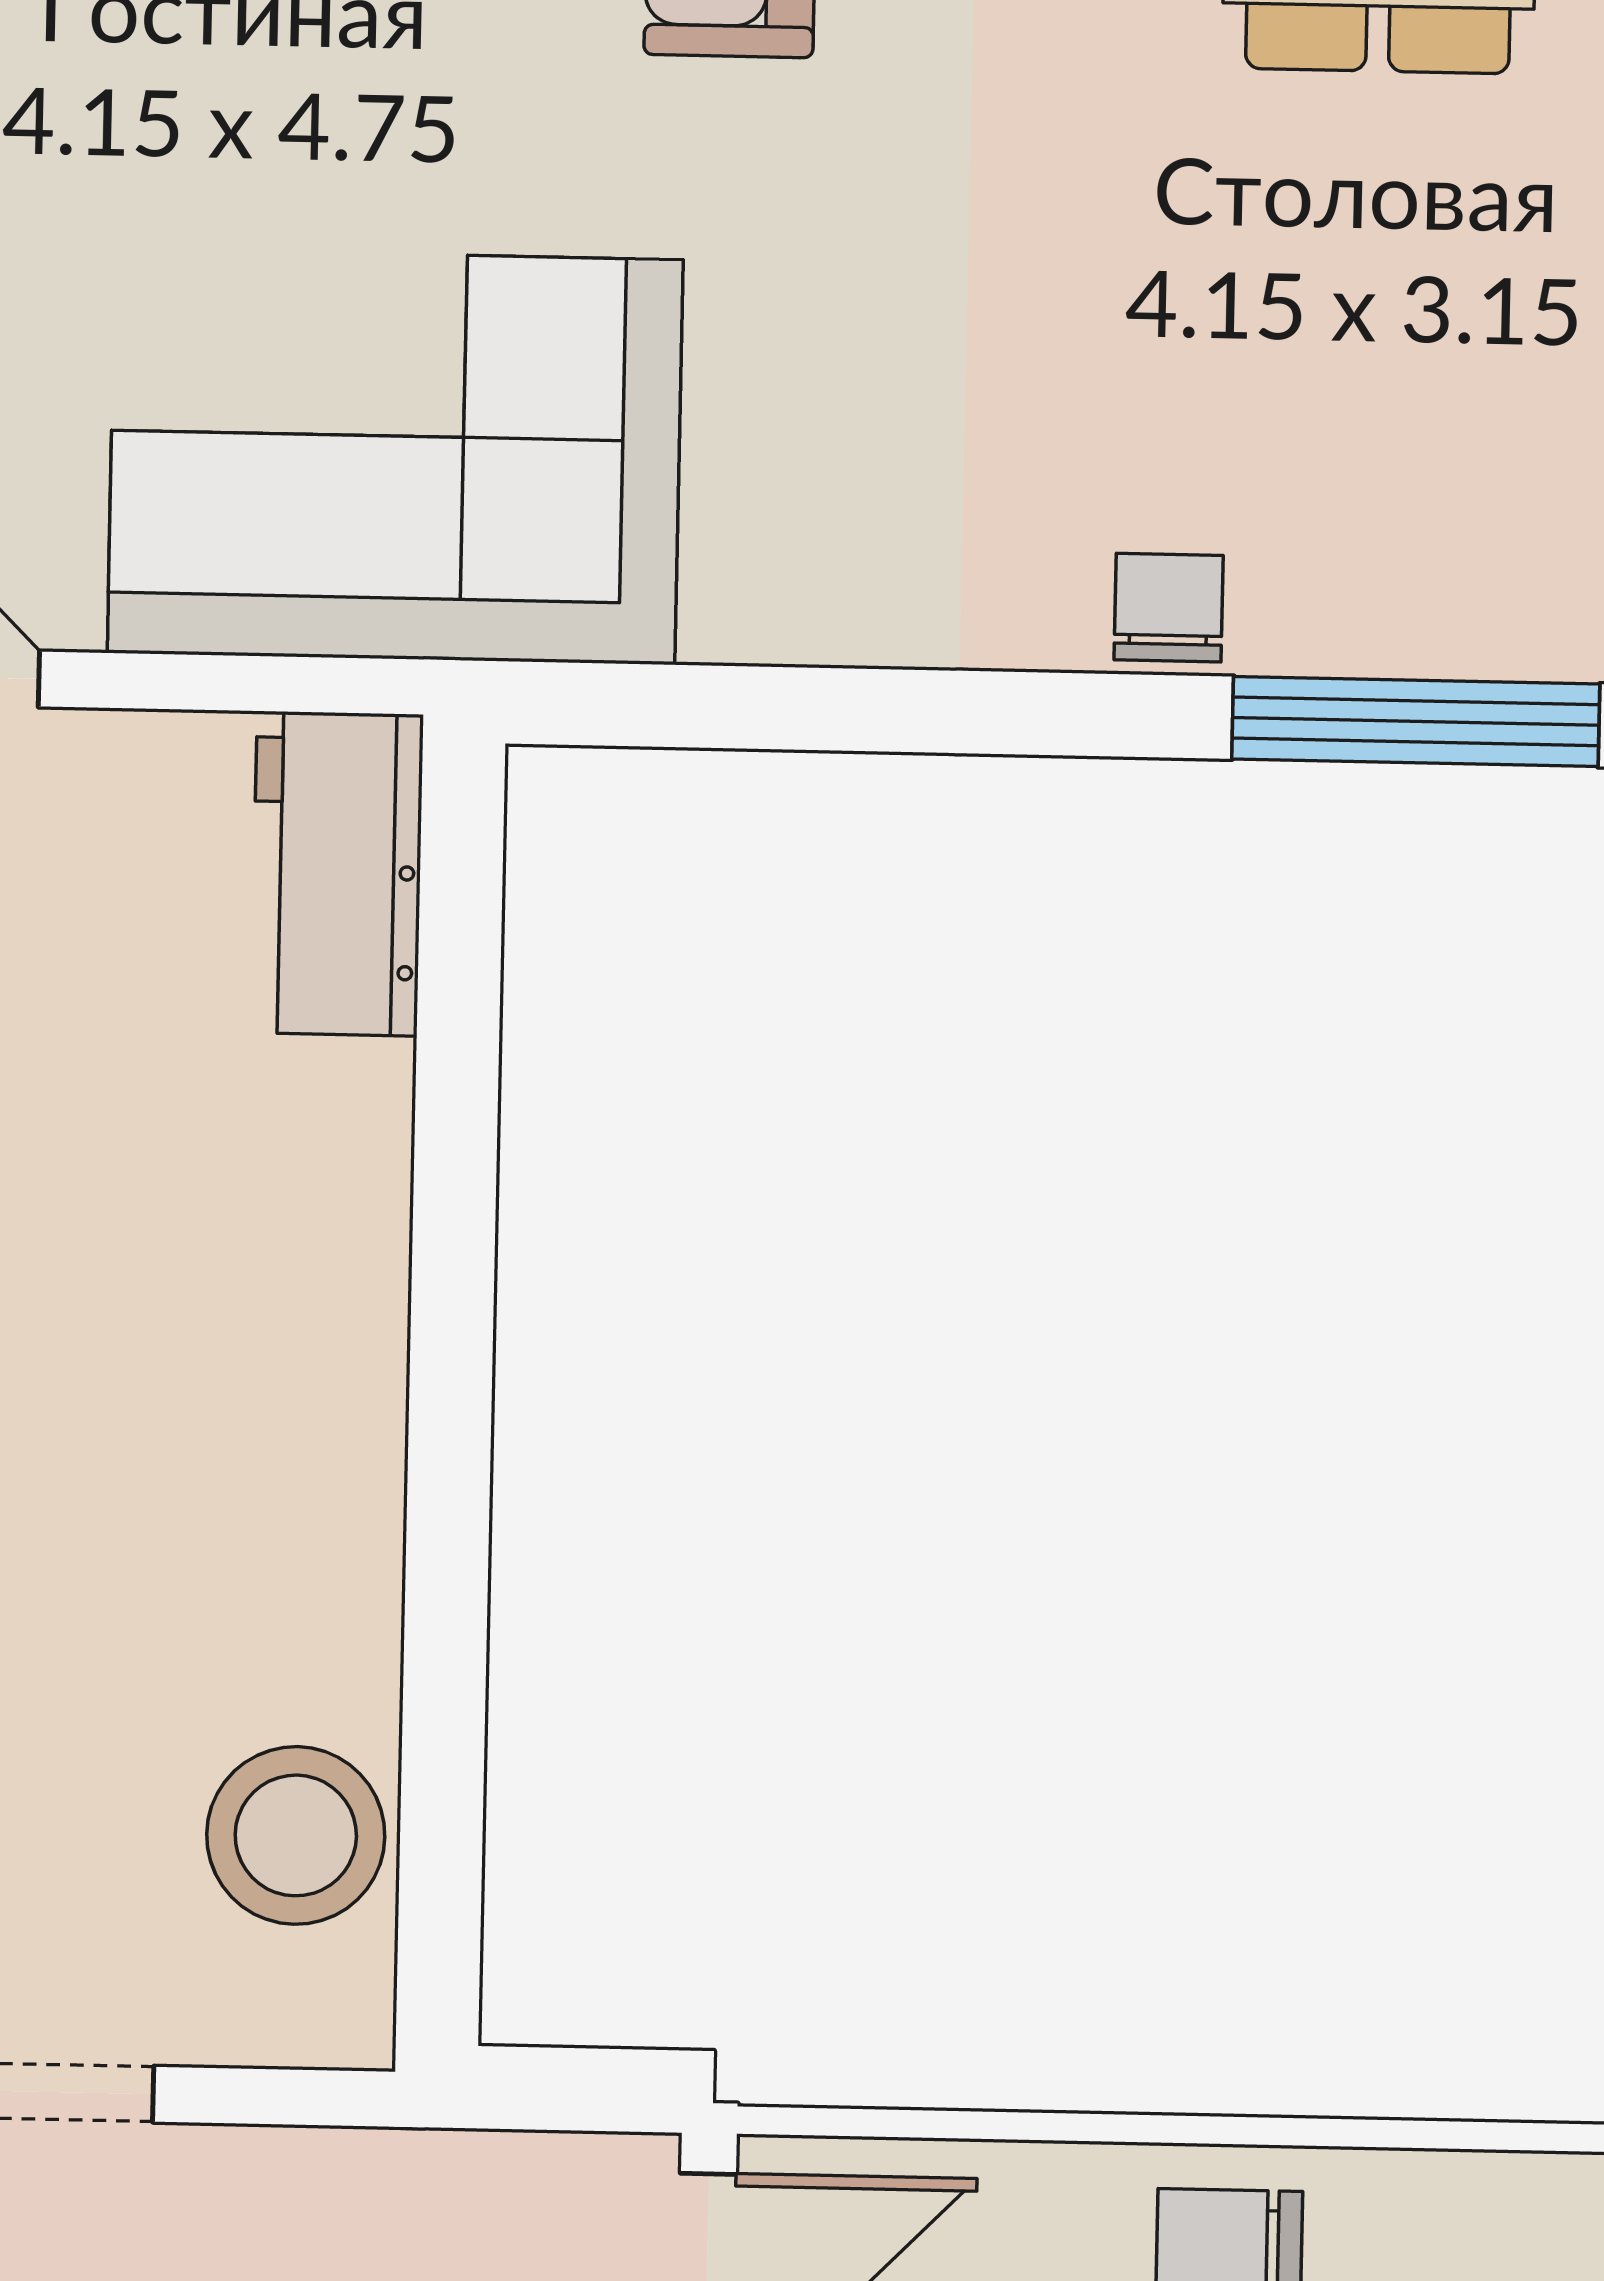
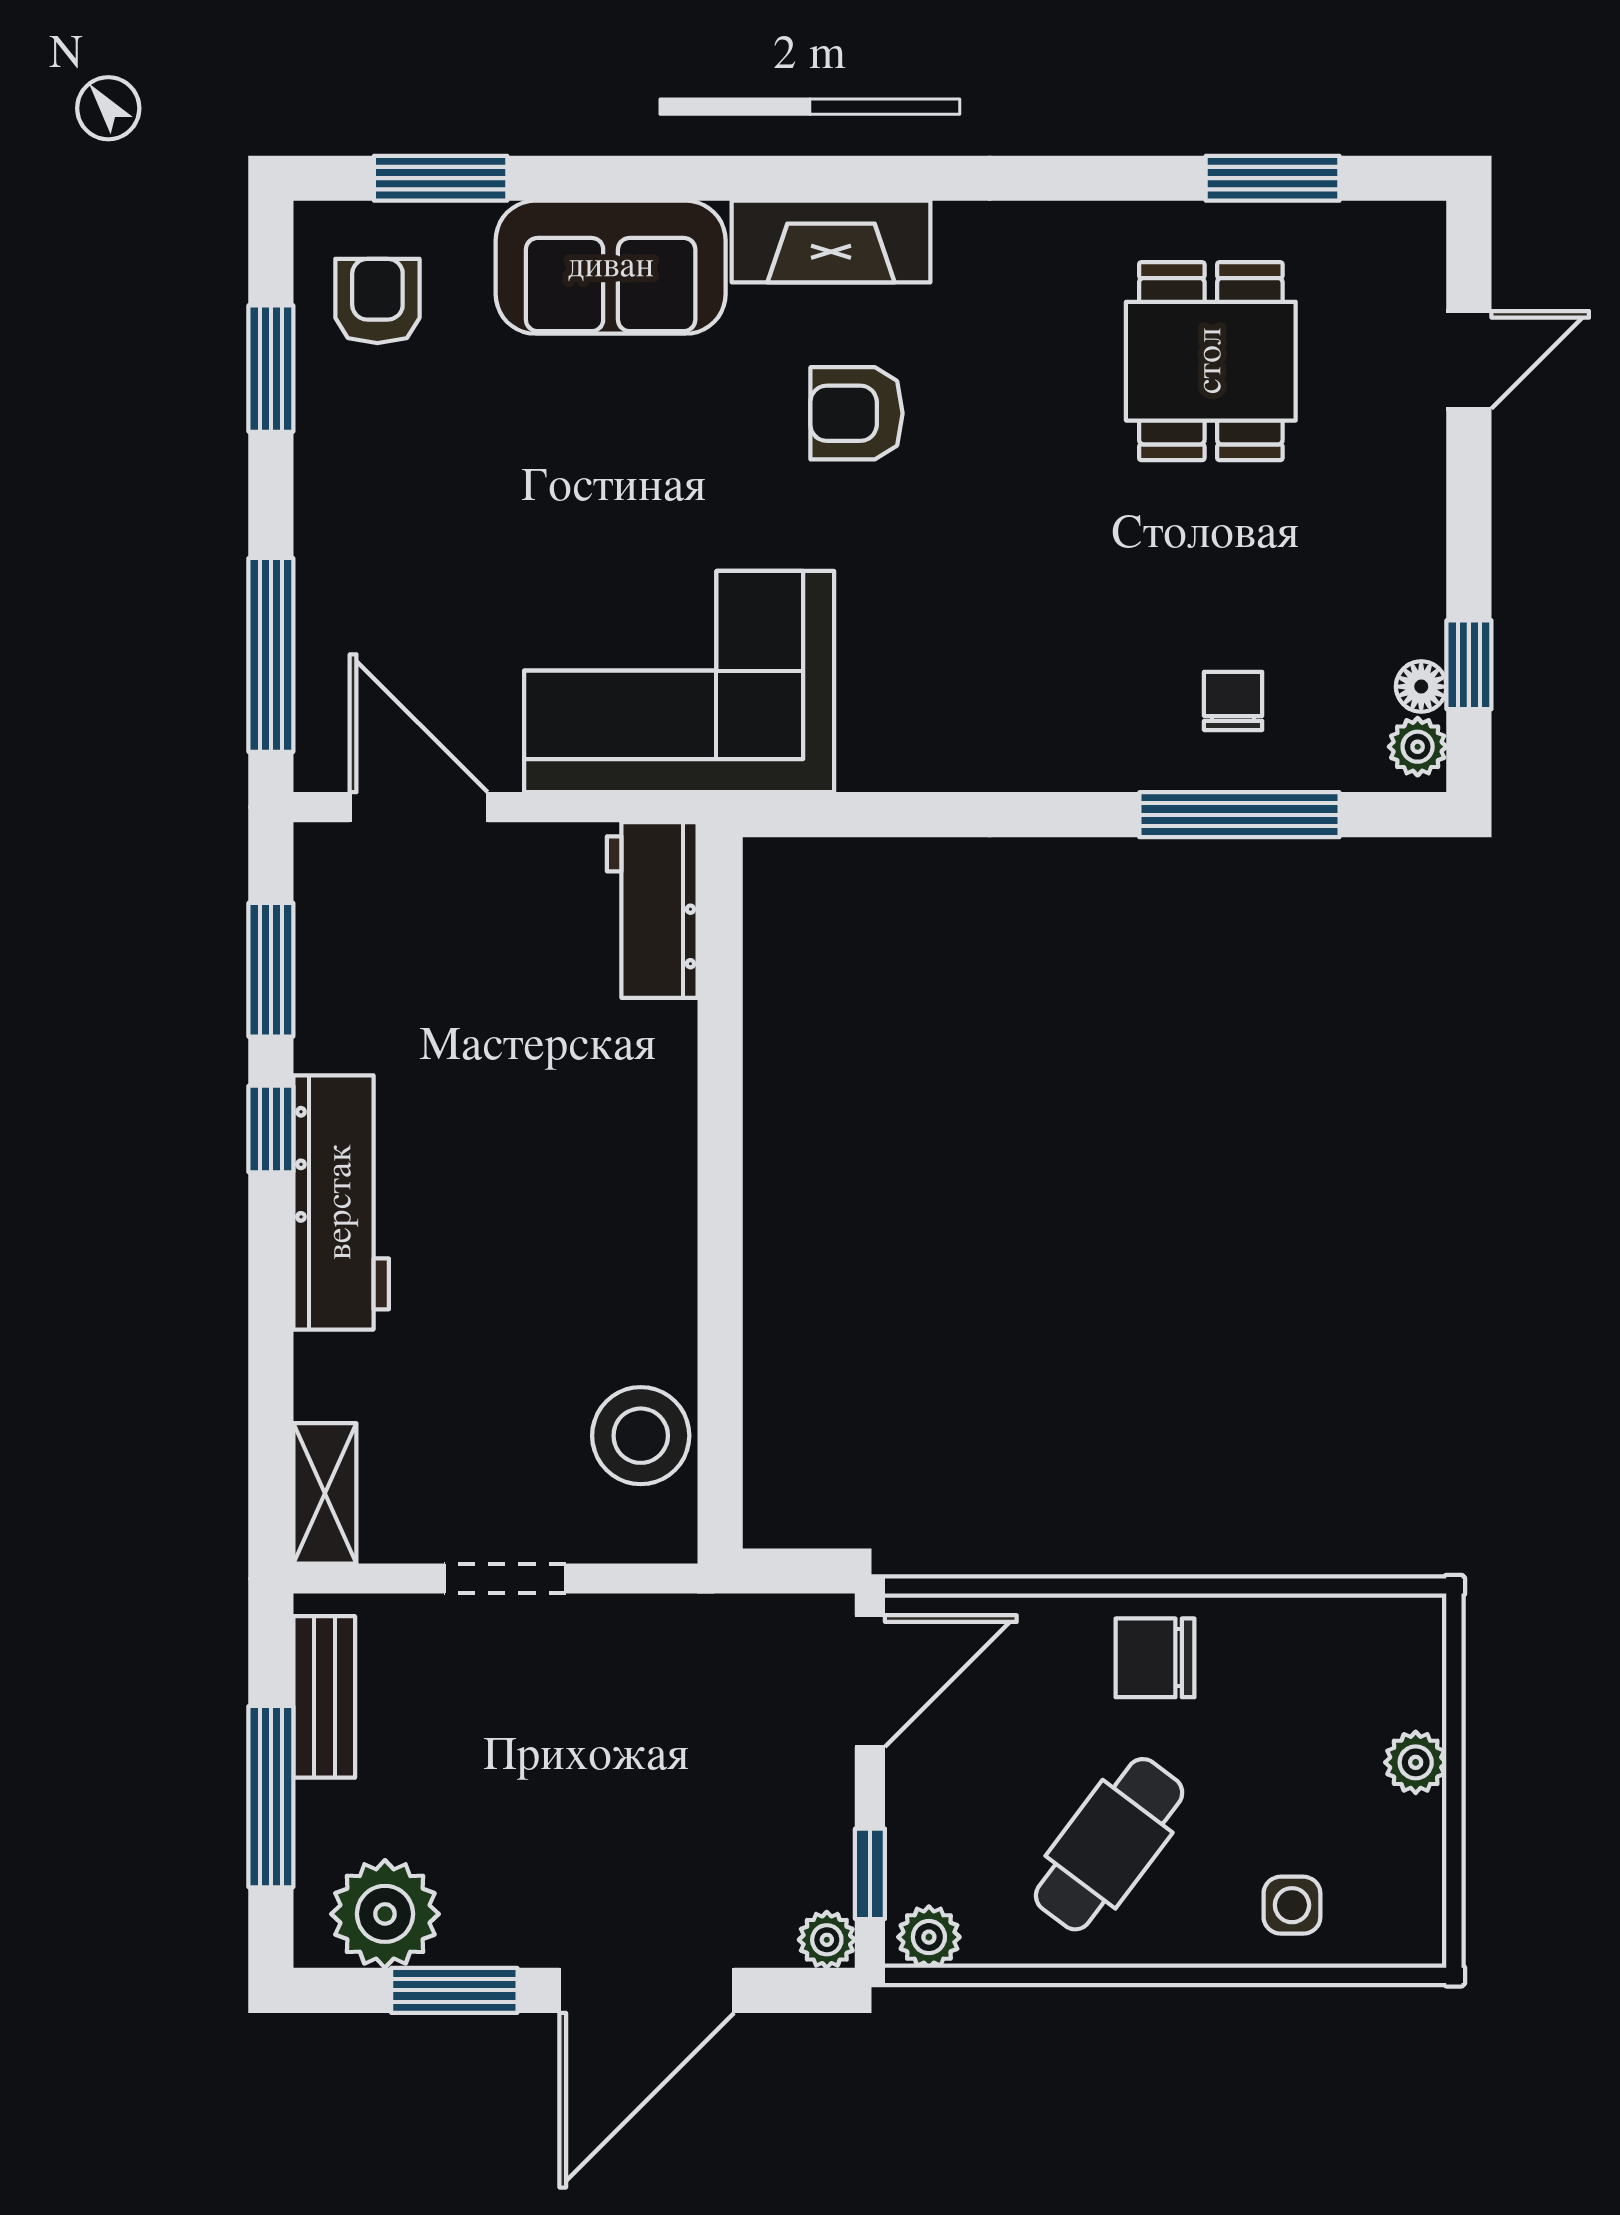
chair: (1169, 608) -> (1233, 701), moved

